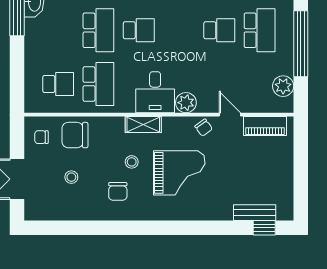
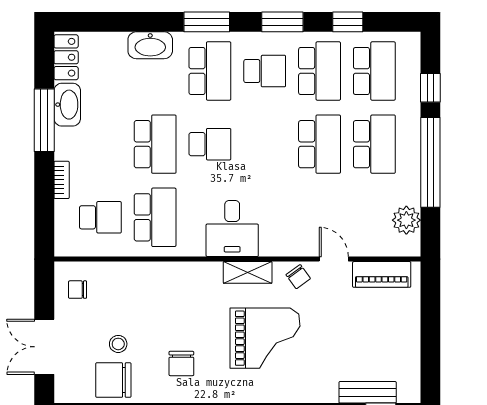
school desk: (219, 30) -> (320, 144), width x1.85
bookcase: (30, 57) -> (62, 180), added
plant: (186, 103) -> (274, 243), removed
shelving: (143, 124) -> (248, 272), moved
chair: (75, 135) -> (113, 380), moved
stool: (132, 162) -> (200, 323), removed

